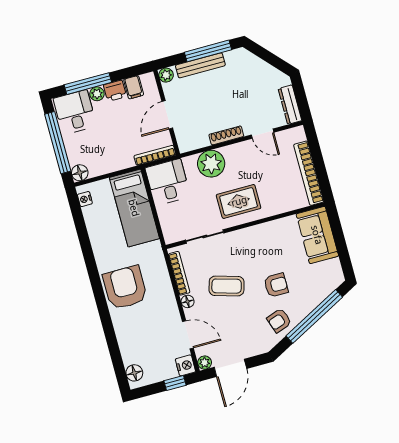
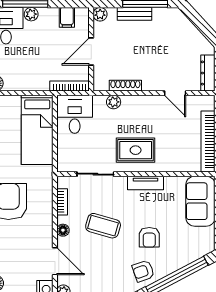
bench: (200, 65) -> (134, 14), width x0.73
printer: (115, 91) -> (49, 16), removed
shoe rack: (226, 135) -> (125, 86), moved
plant: (211, 164) -> (114, 102), width x0.53, depth x0.53
tv unit: (257, 232) -> (146, 183), added
bookcase: (179, 273) -> (62, 202), width x0.64
armchair: (276, 285) -> (149, 237), turned 90

